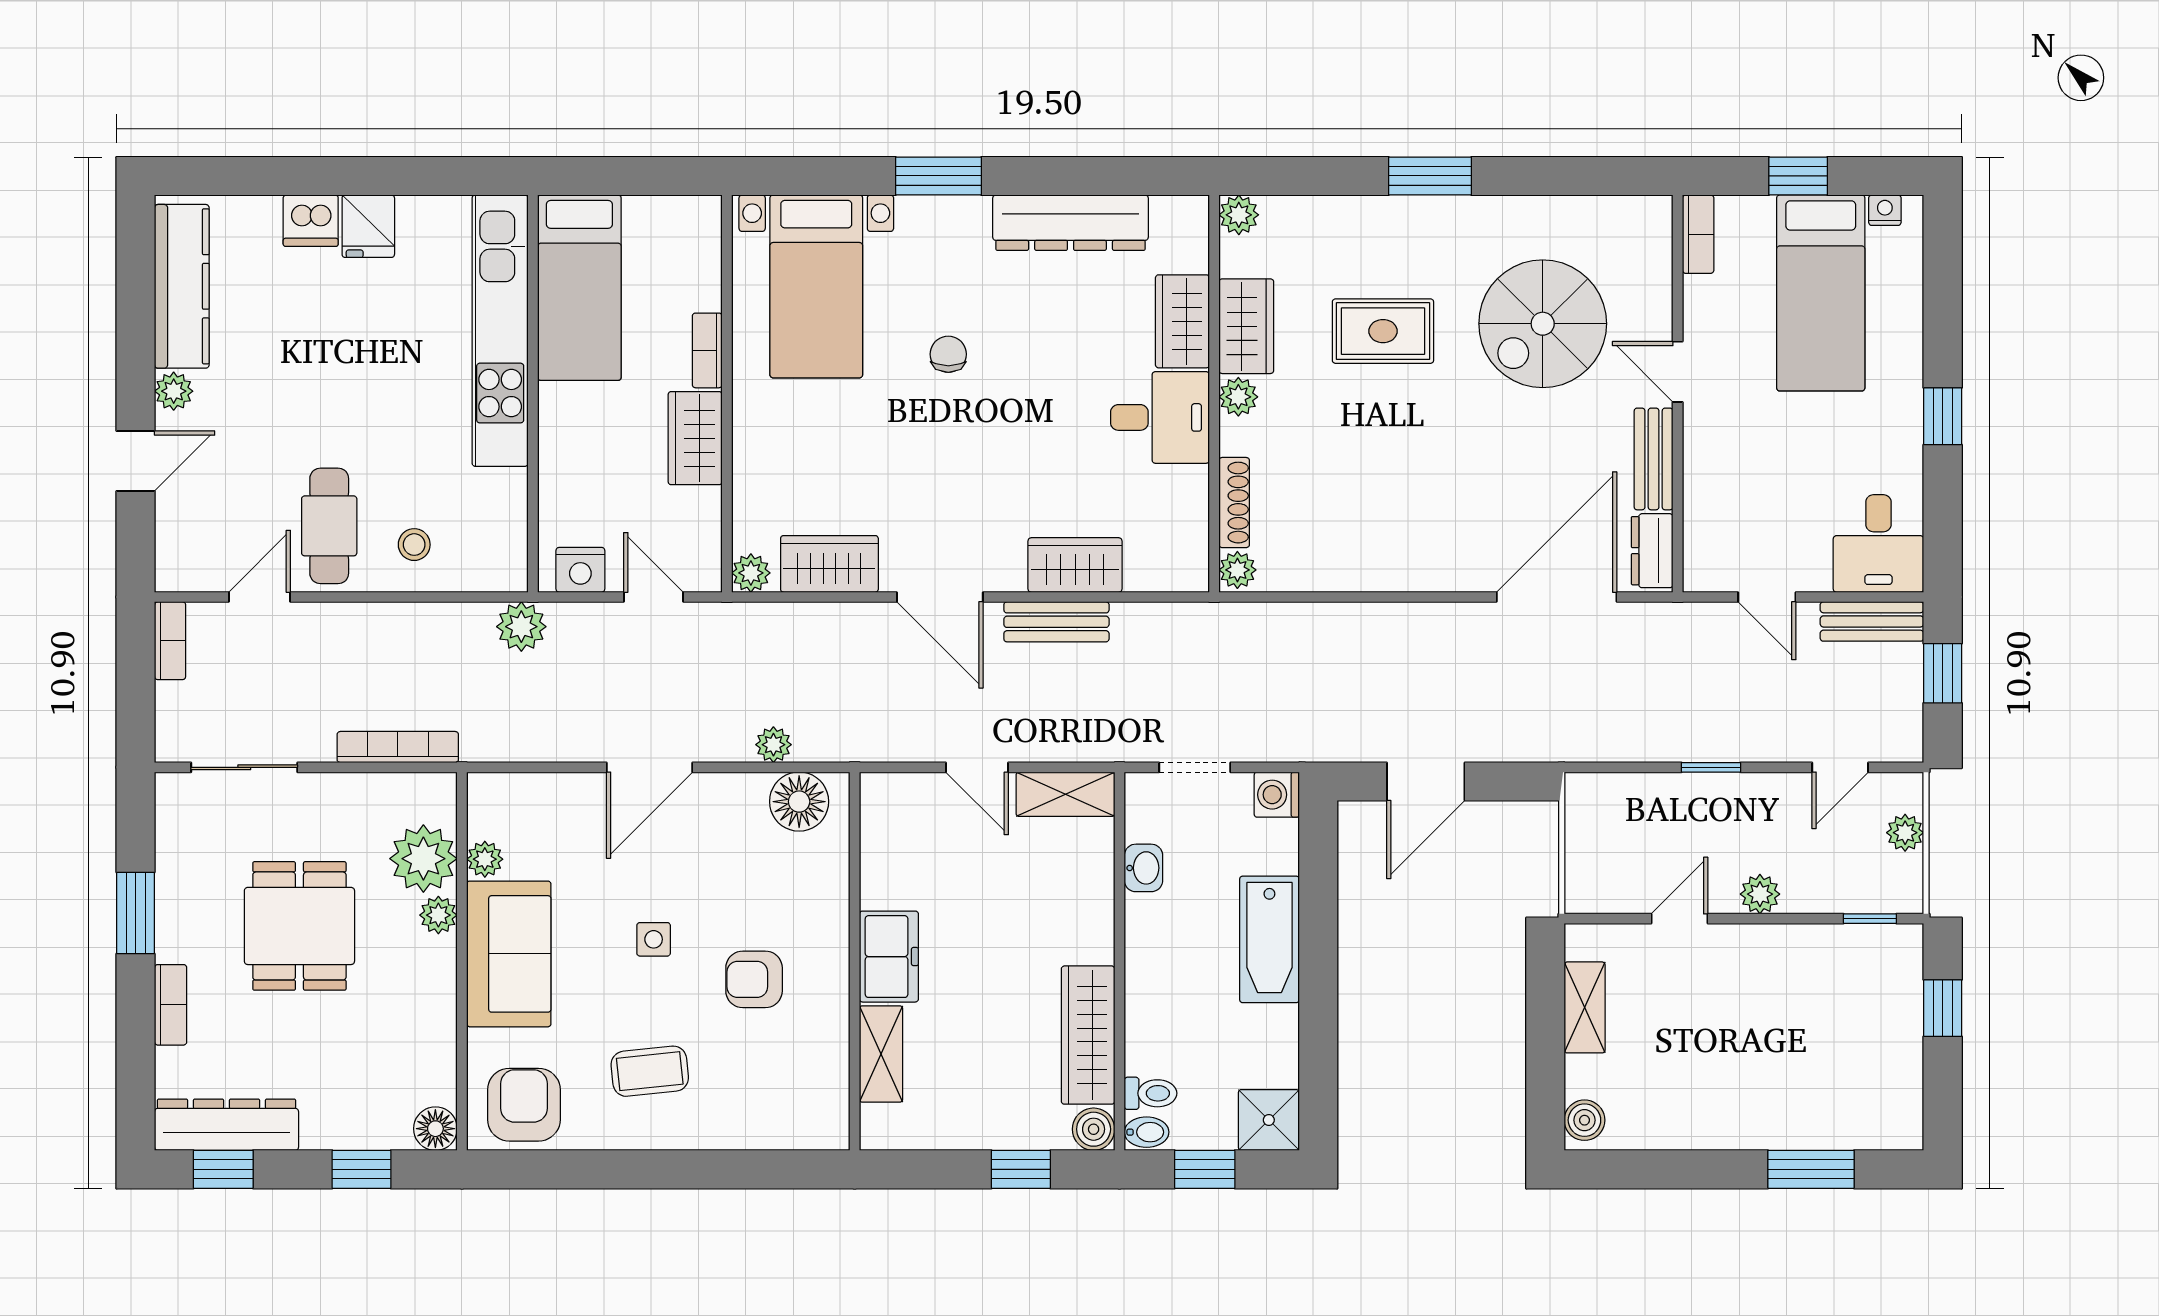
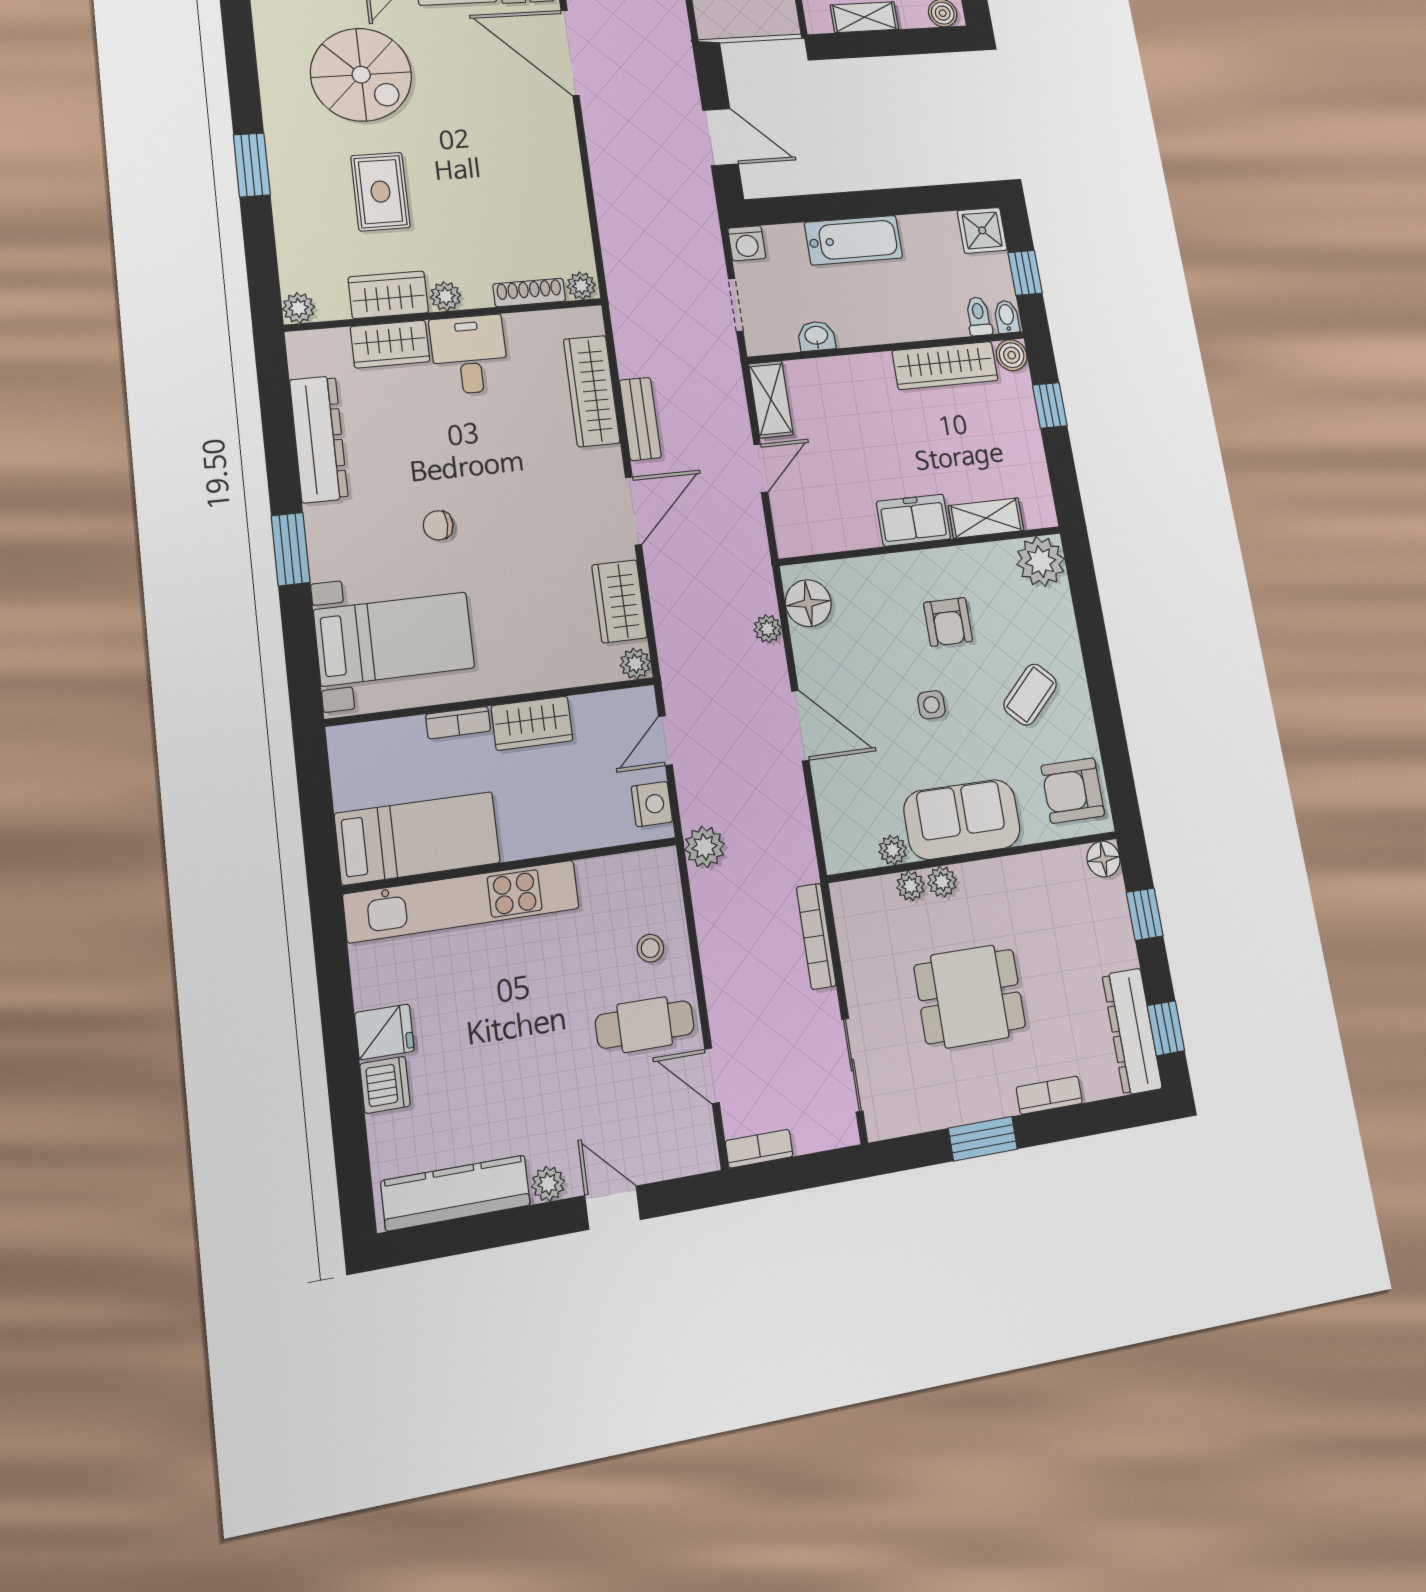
wardrobe: (1075, 565) -> (592, 391), width x1.50
plant: (423, 859) -> (911, 886), width x0.53, depth x0.53
coffee table: (650, 1071) -> (1030, 695), turned 51
plant: (817, 1117) -> (1041, 561), added

